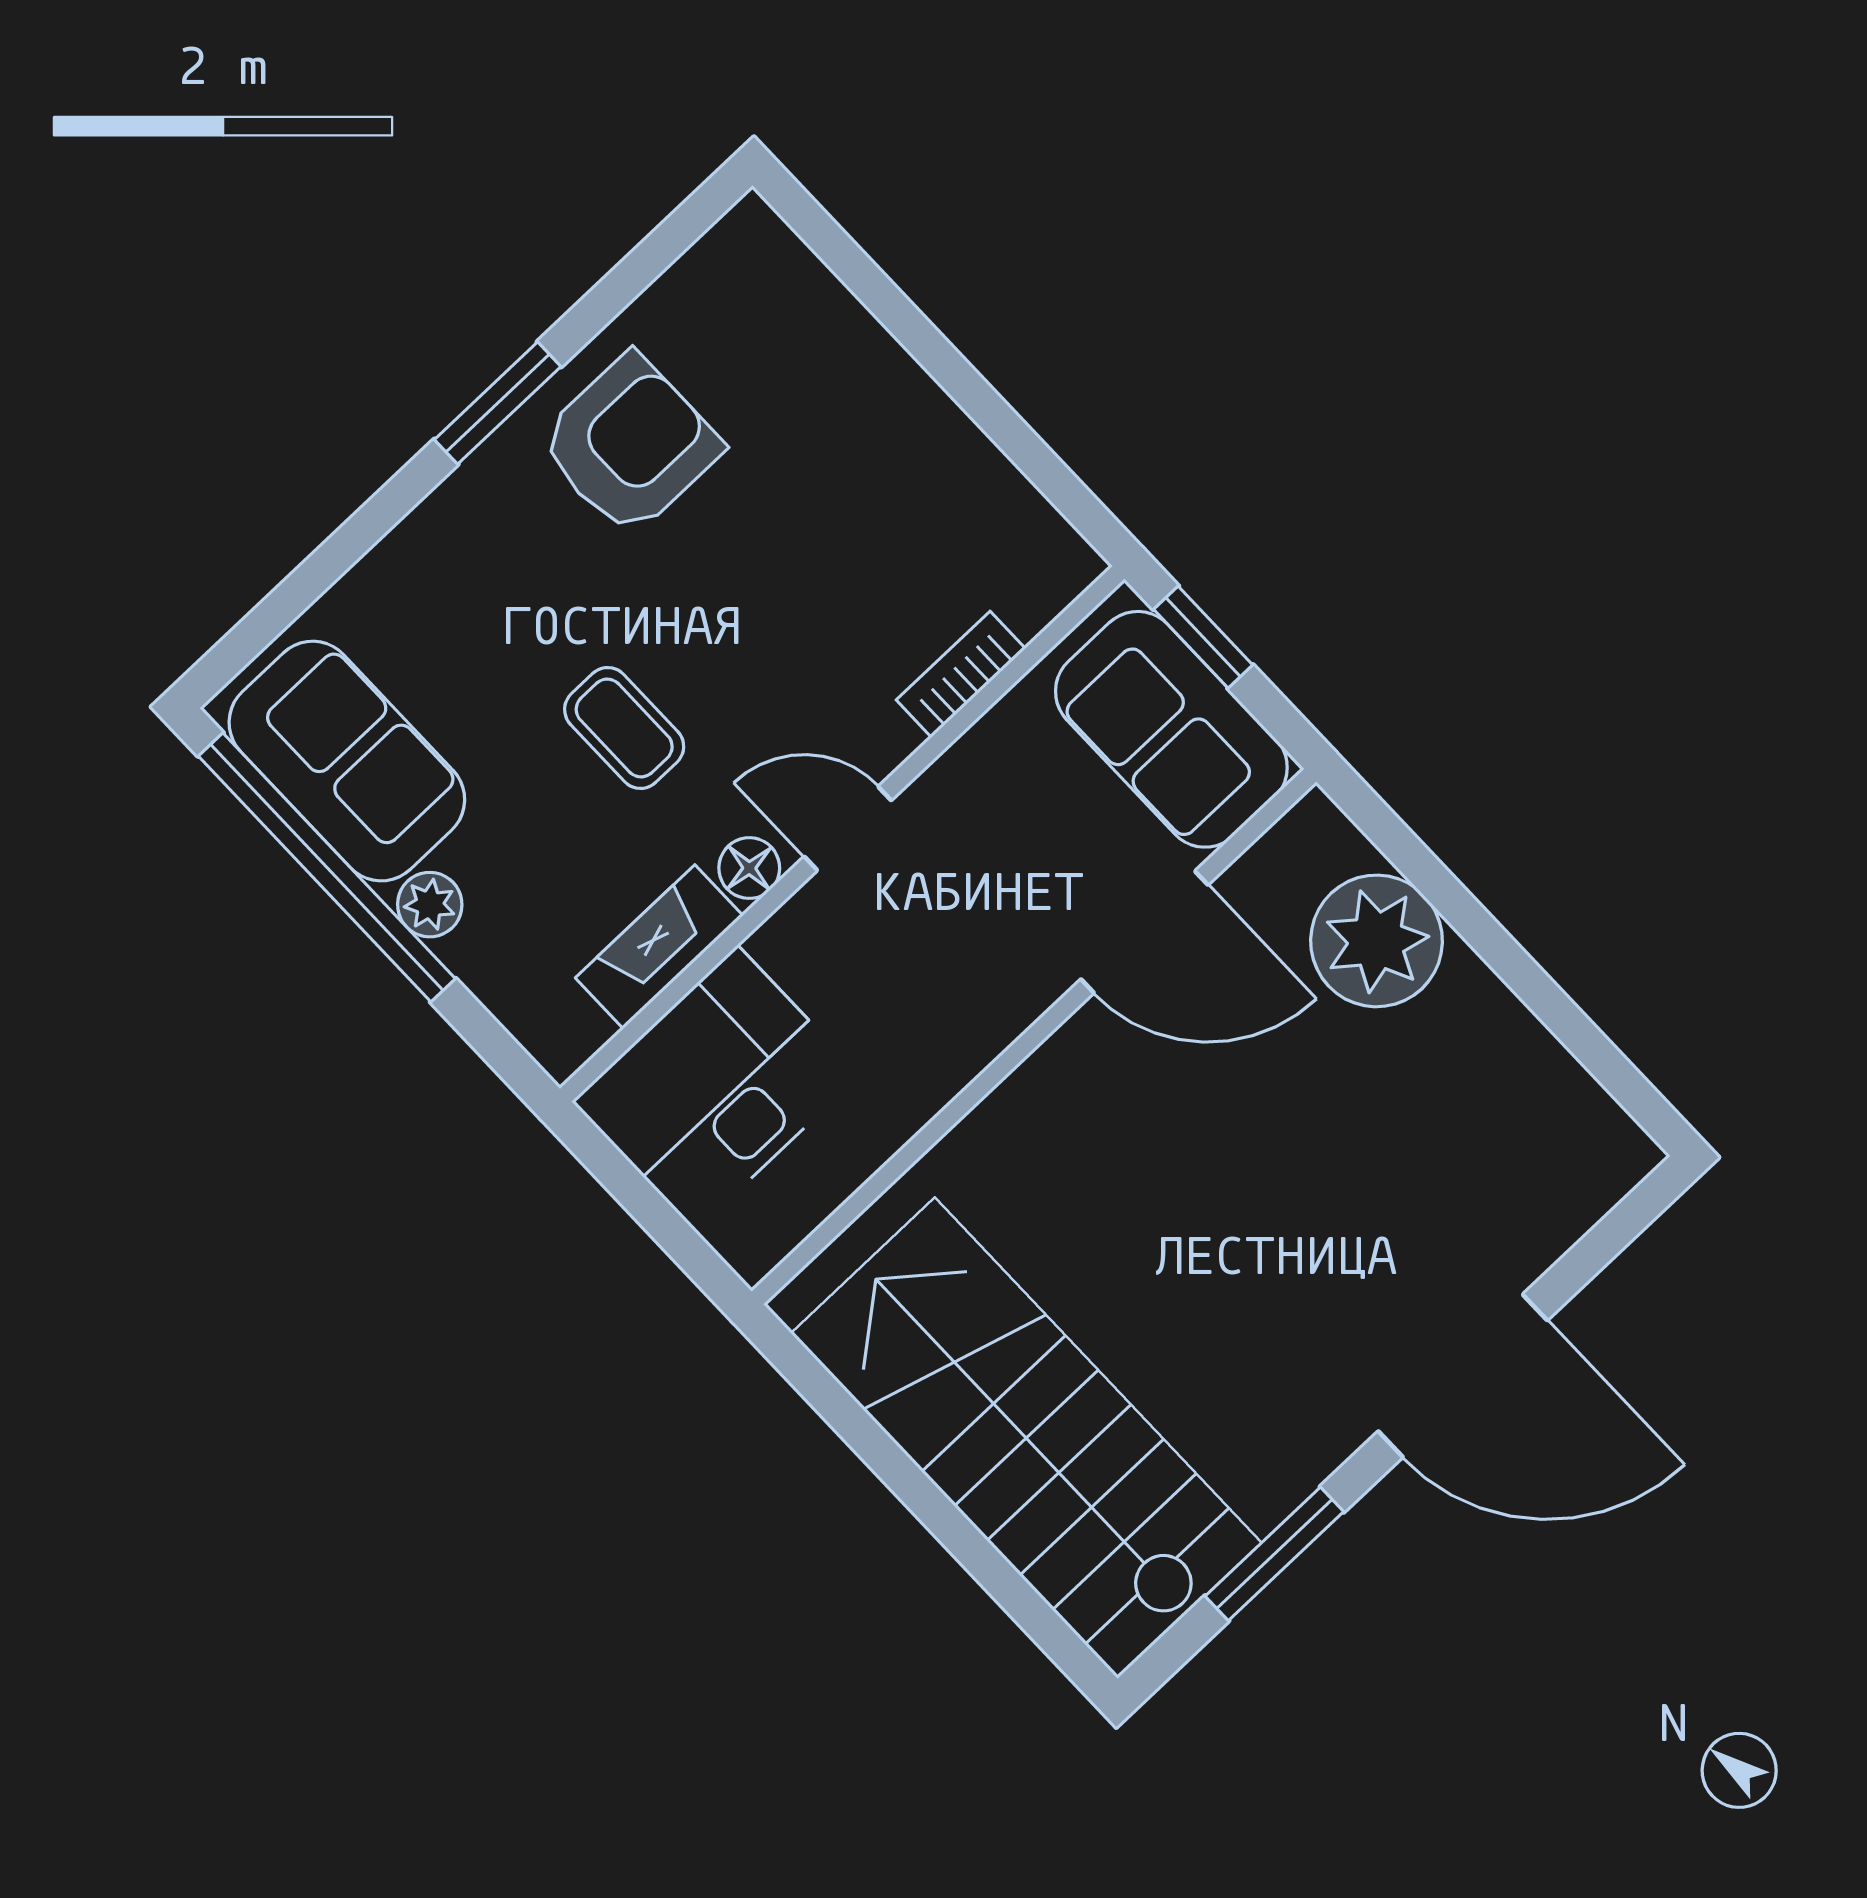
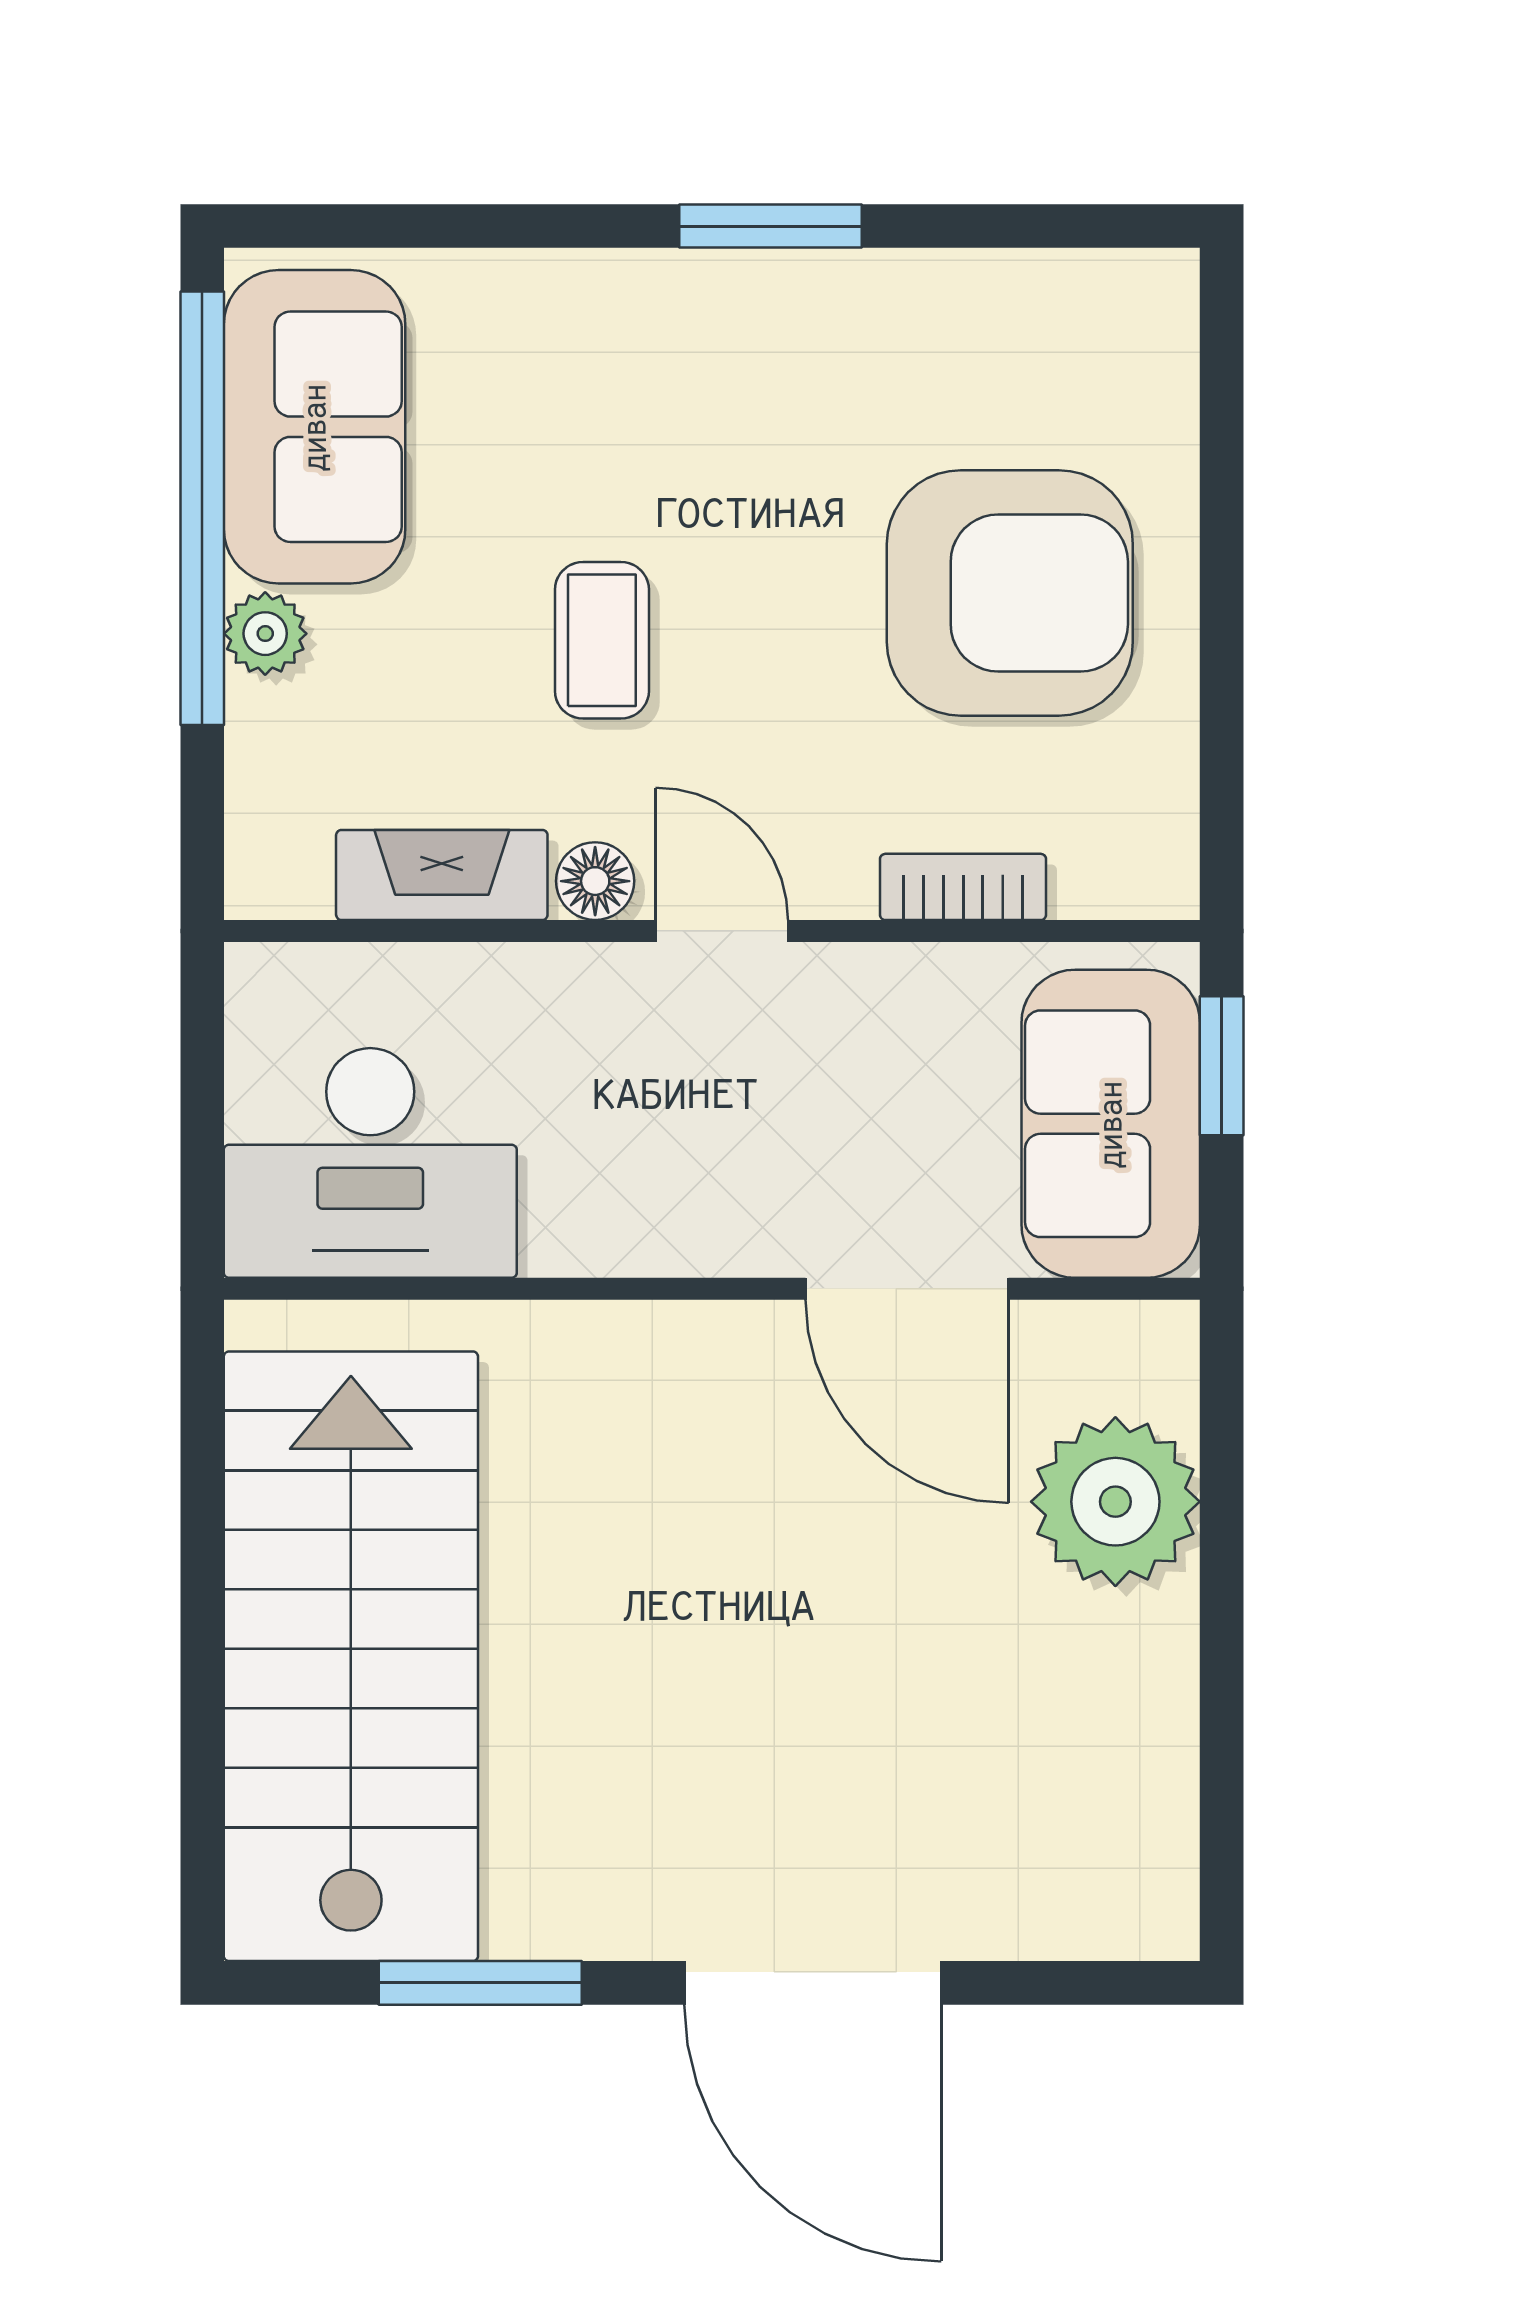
armchair: (630, 445) -> (1010, 593), moved, width x1.36, depth x1.36
desk: (716, 1088) -> (370, 1163), moved, turned 180

